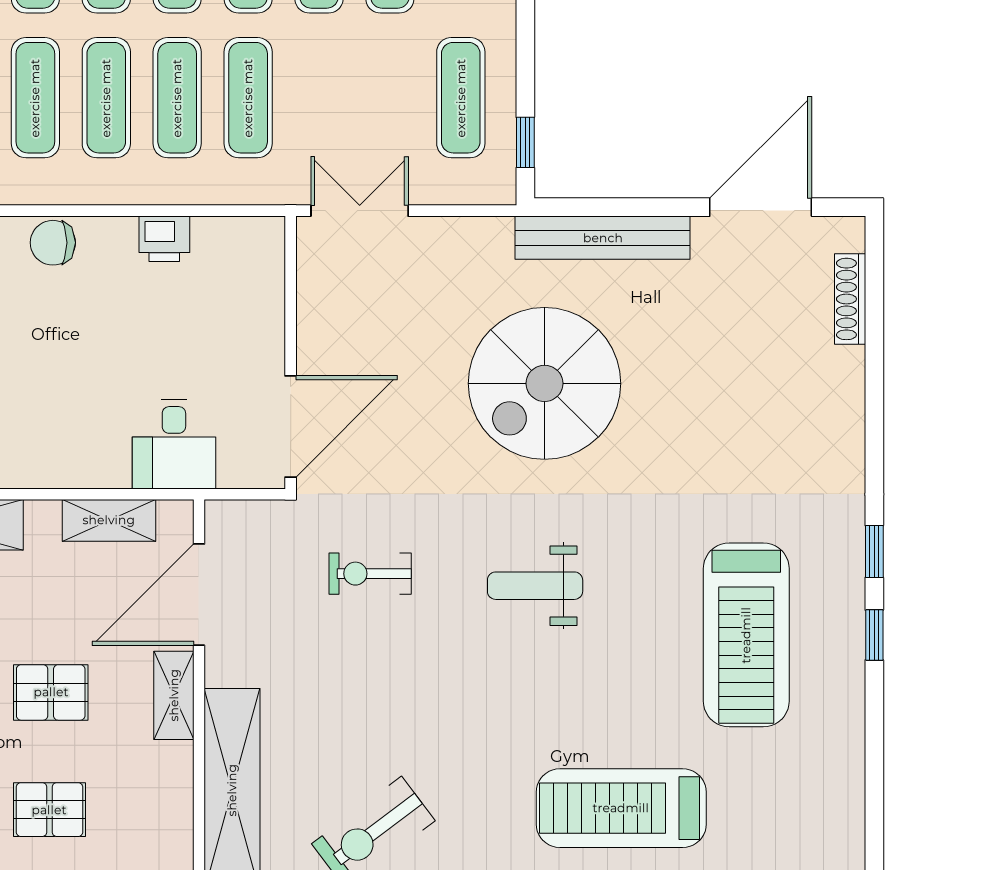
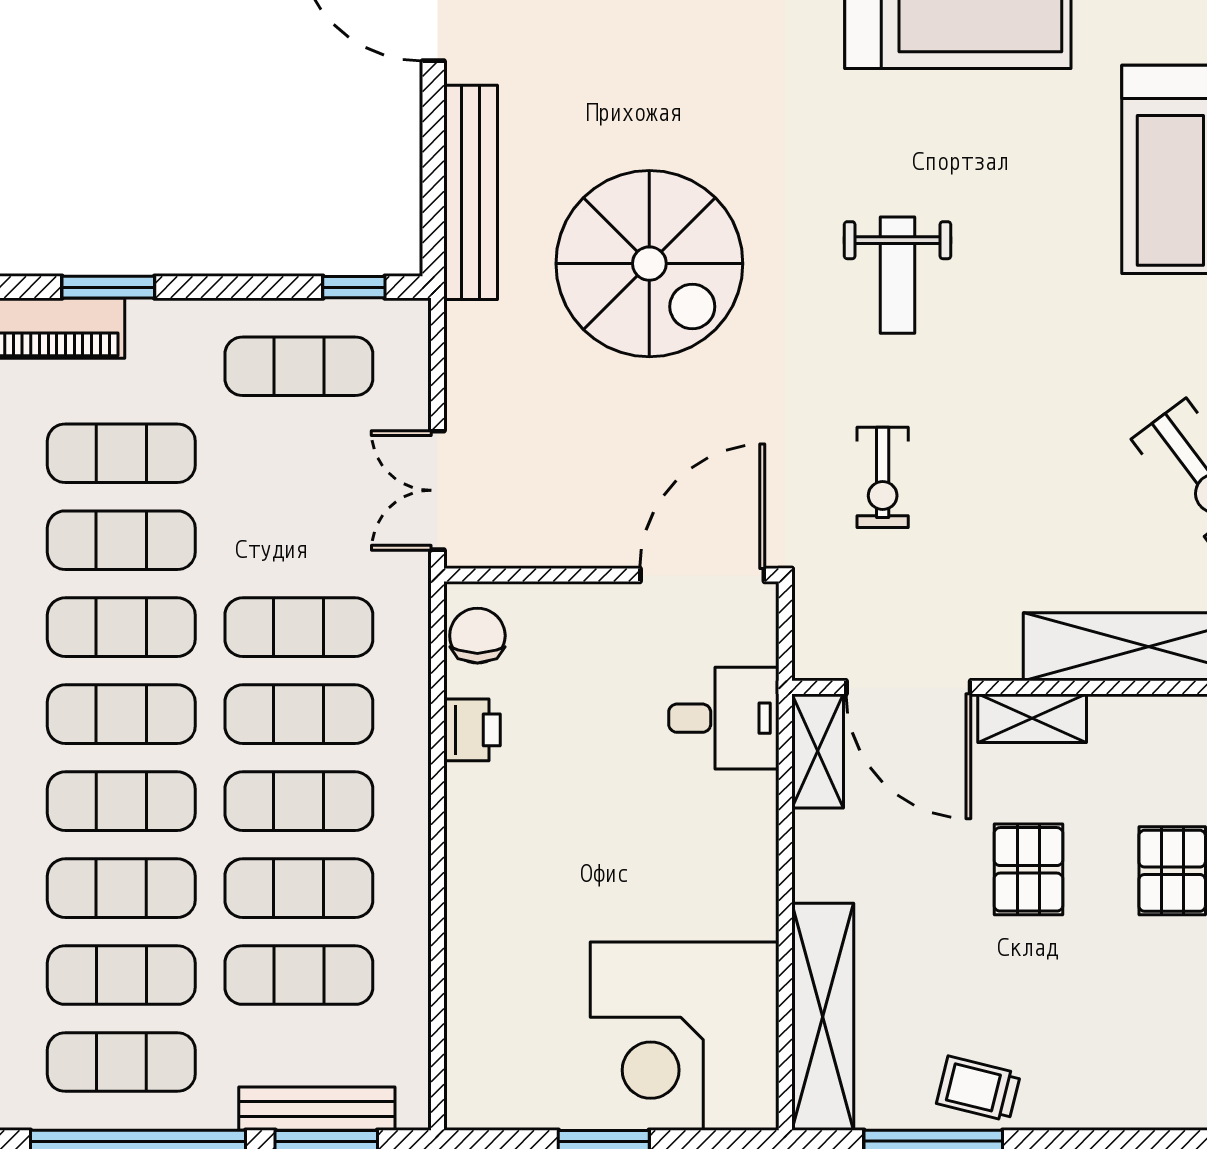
chair: (53, 243) -> (477, 636), moved, turned 180
door: (291, 427) -> (702, 575), hinge flipped
shelving: (109, 520) -> (818, 751), moved

